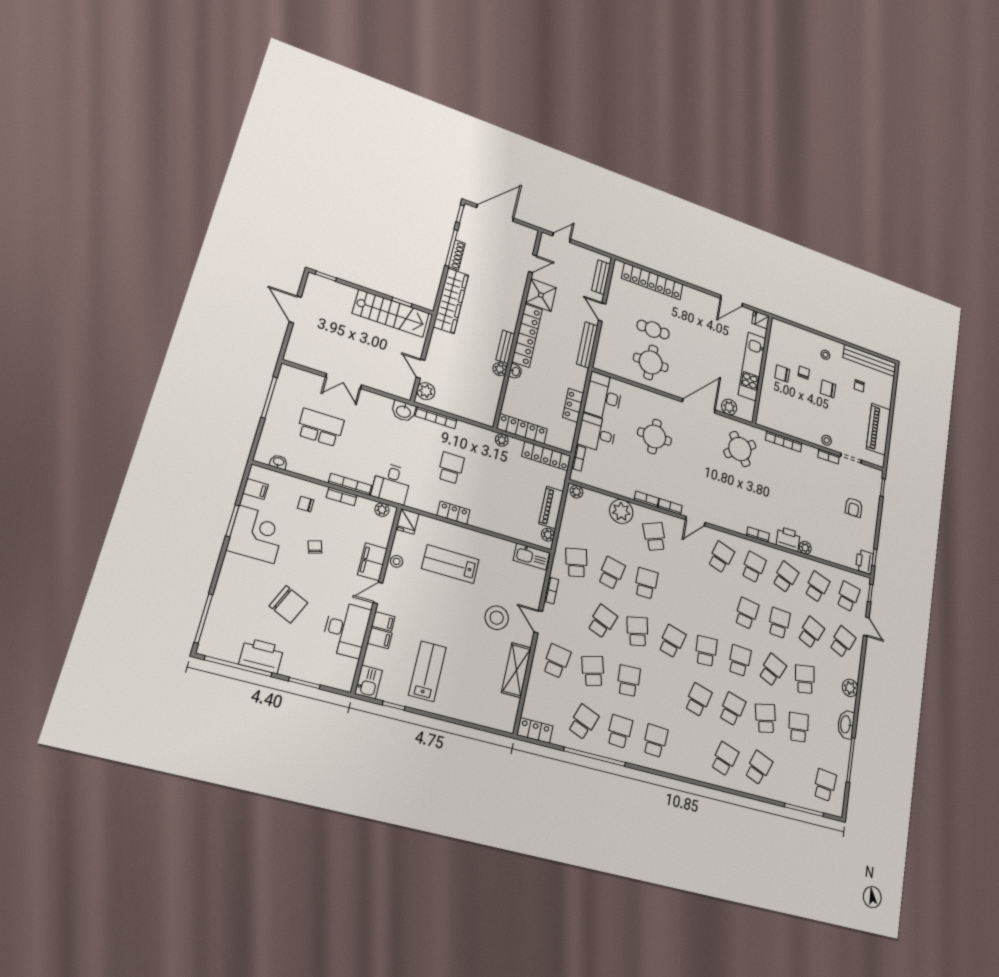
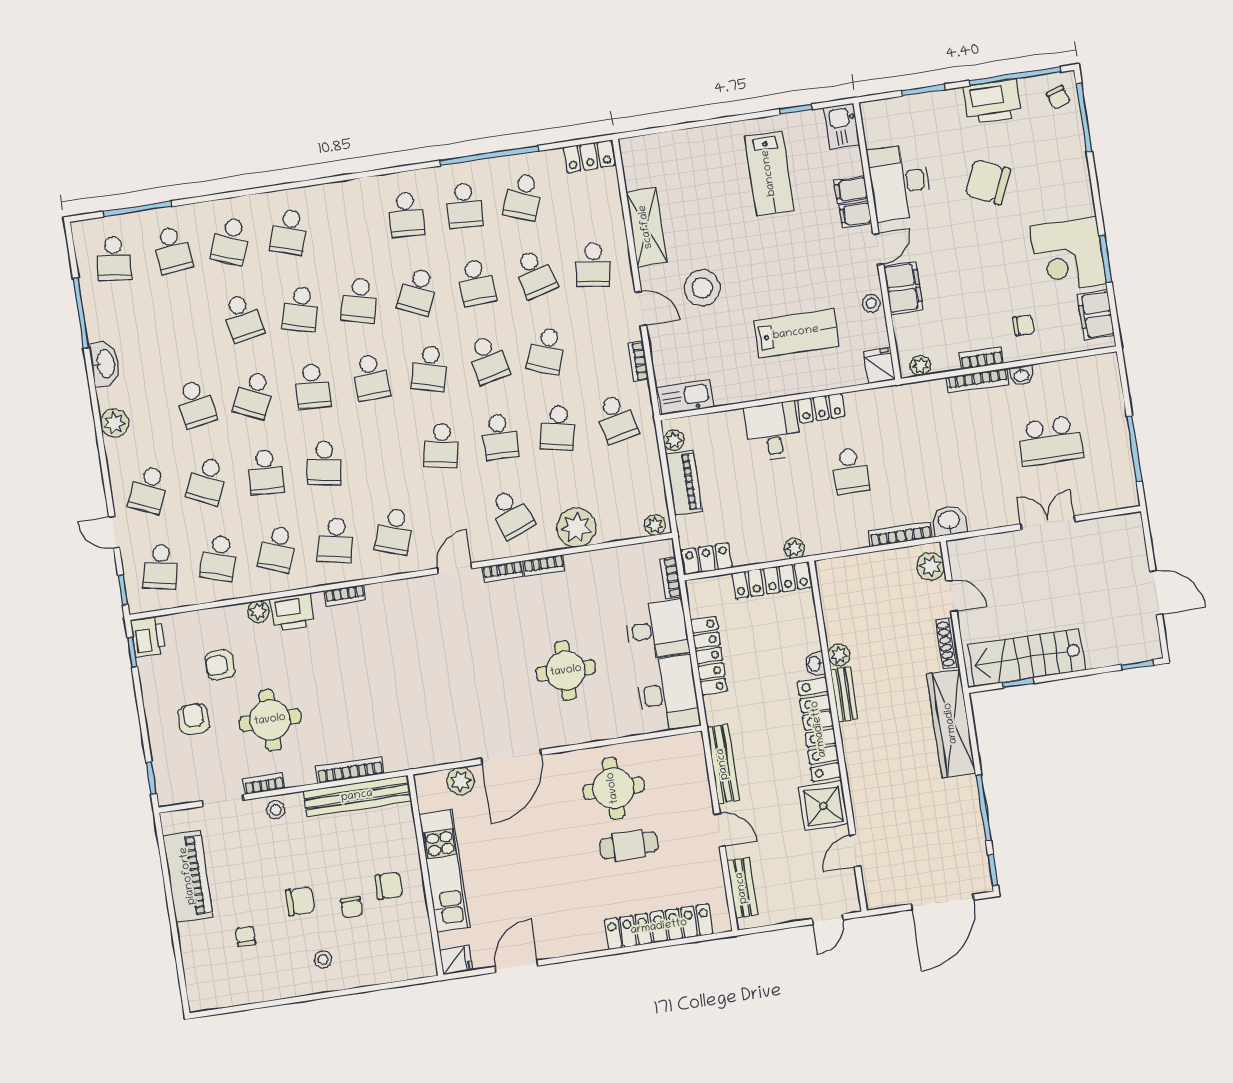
shoe rack: (457, 255) -> (948, 644), moved
bench: (870, 360) -> (357, 796), moved
locker: (573, 405) -> (709, 656), width x1.53
round table: (740, 449) -> (270, 720), moved, turned 35
locker: (546, 456) -> (707, 559), width x0.66
washbasin: (279, 462) -> (1022, 375), moved
desk: (391, 483) -> (773, 431), moved
filing cabinet: (256, 489) -> (1096, 315), width x2.00
armchair: (833, 529) -> (220, 665), added
chair: (315, 547) -> (1058, 98), moved
school desk: (680, 593) -> (441, 445), added
school desk: (664, 690) -> (418, 291), added
school desk: (798, 727) -> (172, 250), moved

